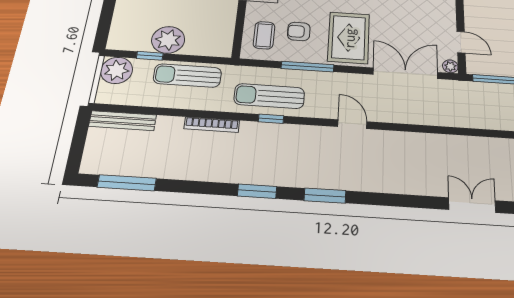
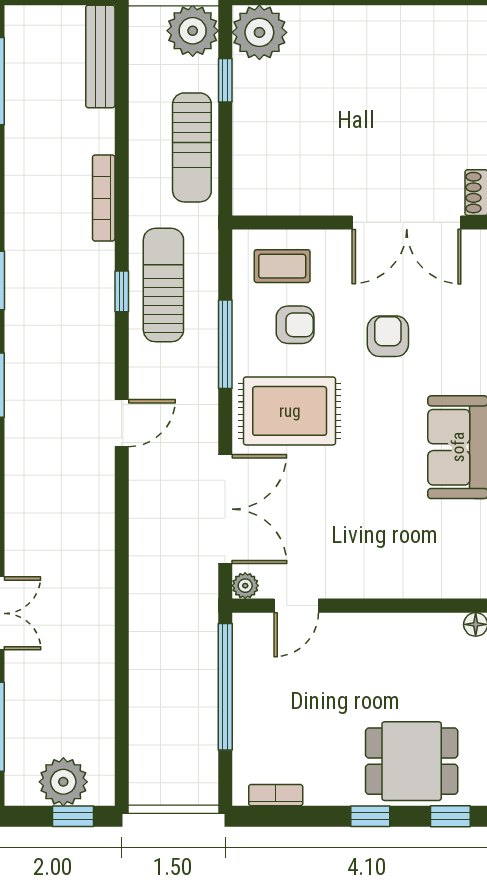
armchair: (299, 31) -> (295, 325), turned 90
plant: (168, 40) -> (259, 32), moved
sun lounger: (187, 76) -> (192, 147), turned 180

